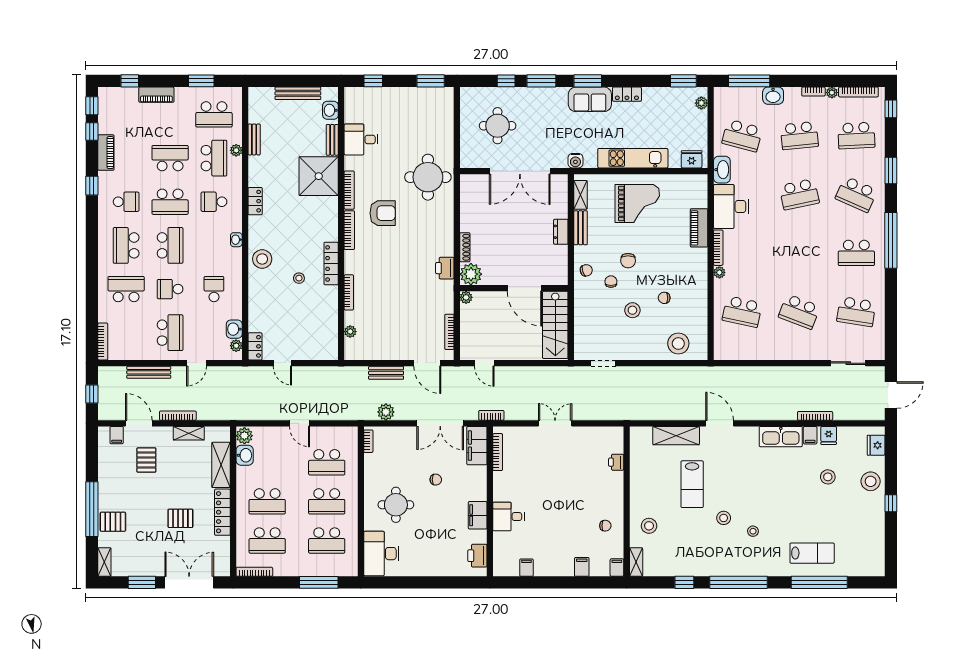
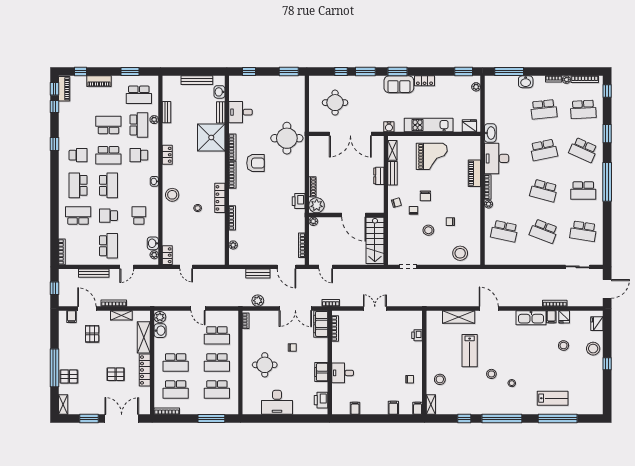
school desk: (742, 136) -> (544, 191), moved
piano: (106, 153) -> (64, 89), moved
desk: (381, 554) -> (277, 402), moved, turned -90

